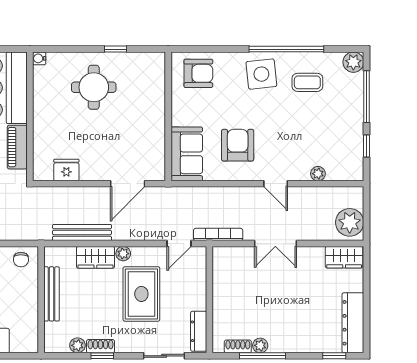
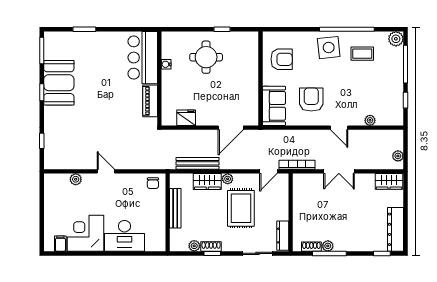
water cooler: (39, 58) -> (166, 64), moved
armchair: (198, 73) -> (282, 59), moved
plant: (350, 222) -> (398, 156), width x0.53, depth x0.53

